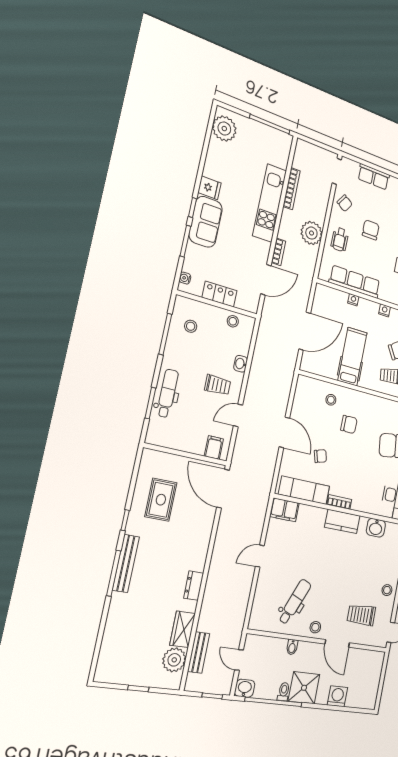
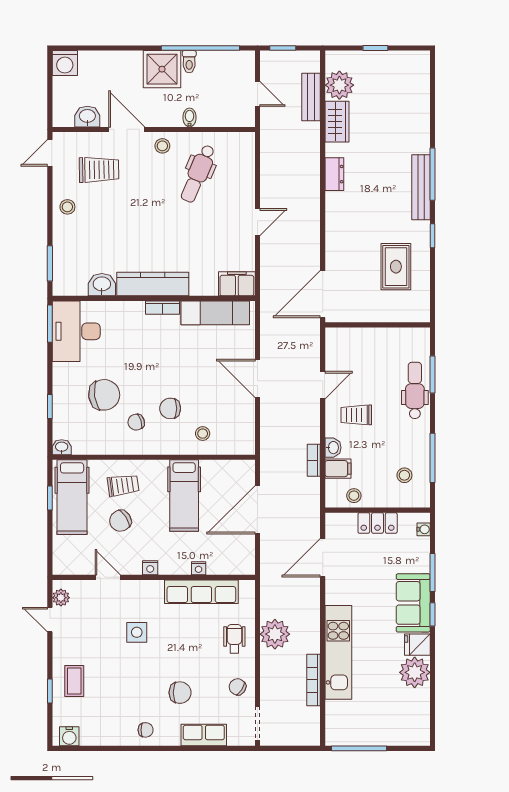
plant: (224, 129) -> (415, 672), moved
chair: (371, 230) -> (180, 693), moved, turned -90
bookcase: (278, 252) -> (314, 460), moved
dental chair: (168, 393) -> (415, 390), turned 180
filing cabinet: (214, 448) -> (338, 469), moved, turned -90
chair: (320, 456) -> (136, 422), moved
door: (223, 489) -> (323, 294), swing flipped
kitchen counter: (342, 521) -> (153, 284), width x1.50
washbasin: (245, 688) -> (87, 117), moved, turned 180
washing machine: (337, 696) -> (65, 63), moved

